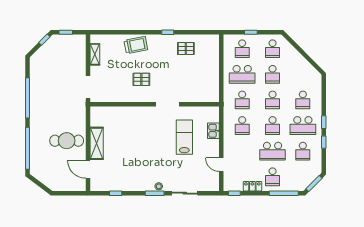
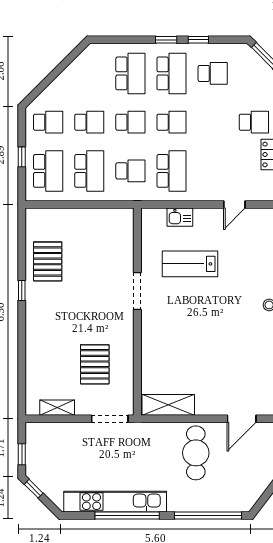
trolley: (136, 45) -> (42, 342), removed
pallet: (186, 48) -> (48, 261), width x1.50, depth x1.42
school desk: (242, 49) -> (48, 171), width x1.85
pallet: (141, 79) -> (95, 364), moved, width x1.50, depth x1.42
kitchen unit: (36, 90) -> (115, 502), added
school desk: (303, 100) -> (130, 73), width x1.85
school desk: (242, 126) -> (172, 171), width x1.85
shelving: (97, 143) -> (168, 405), moved
school desk: (273, 151) -> (213, 122), removed

